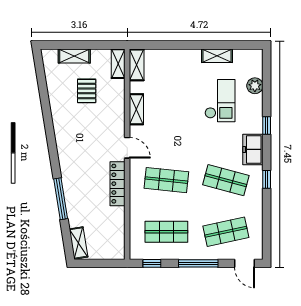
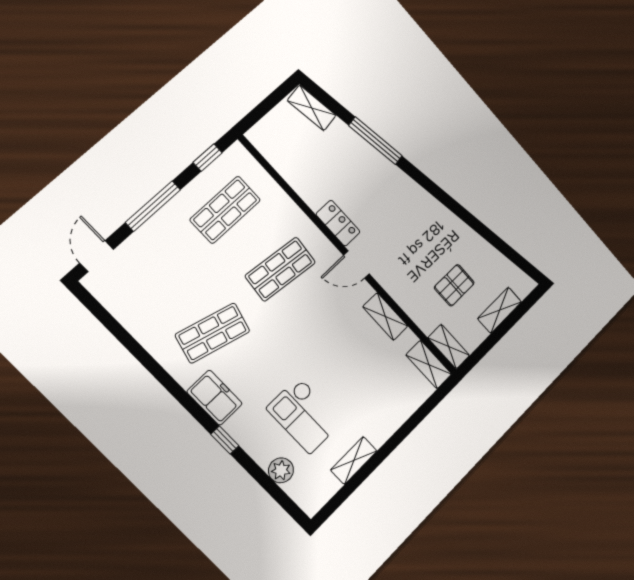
pallet: (87, 91) -> (454, 285), turned 90
window: (267, 179) -> (165, 379), removed
locker: (118, 184) -> (338, 223), width x0.66
shop shelf: (226, 232) -> (155, 273), removed
door: (244, 263) -> (97, 256), hinge flipped

